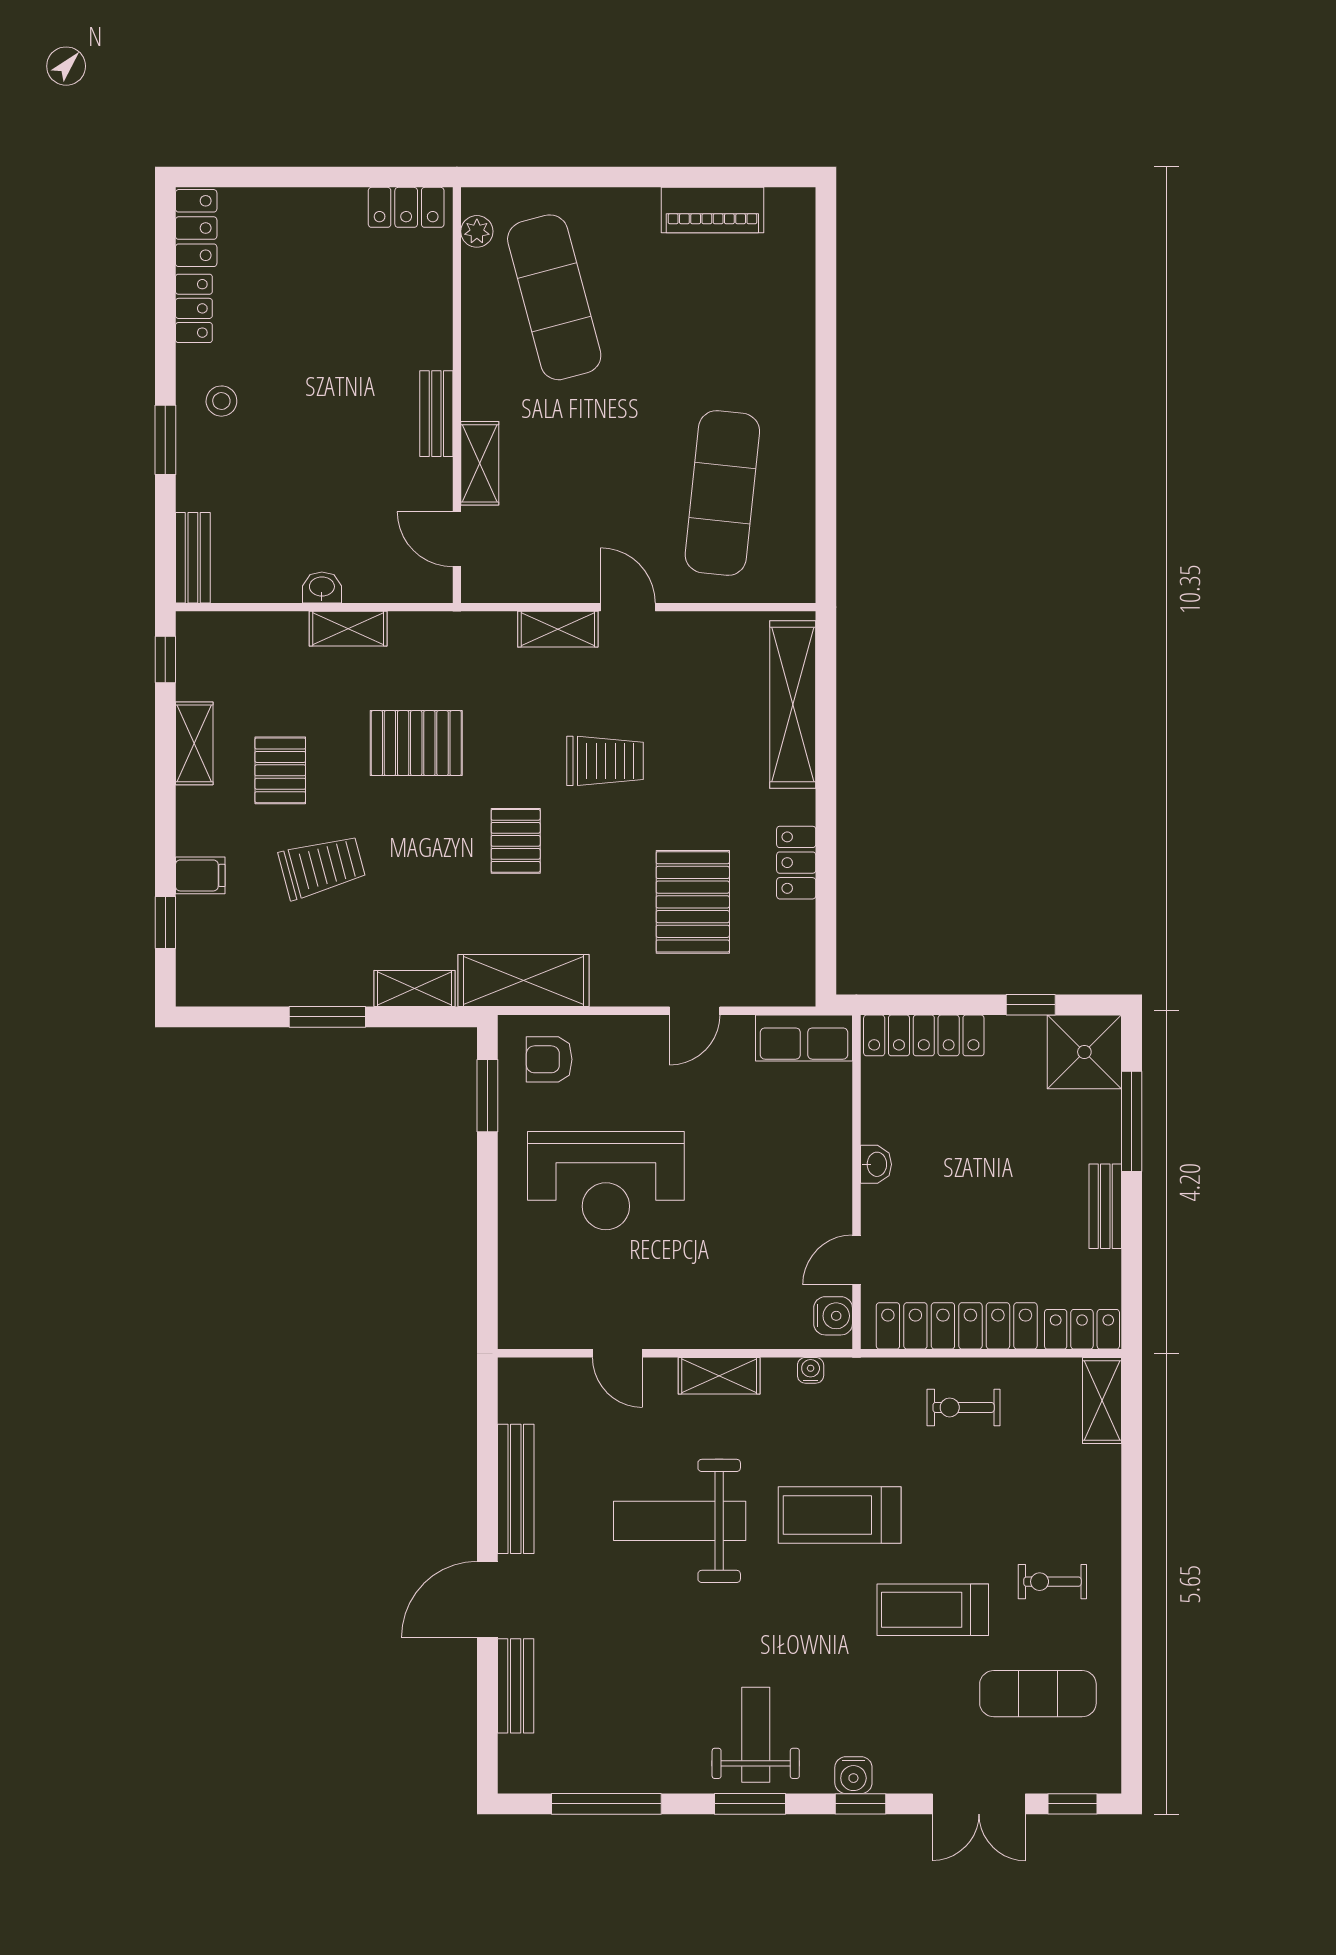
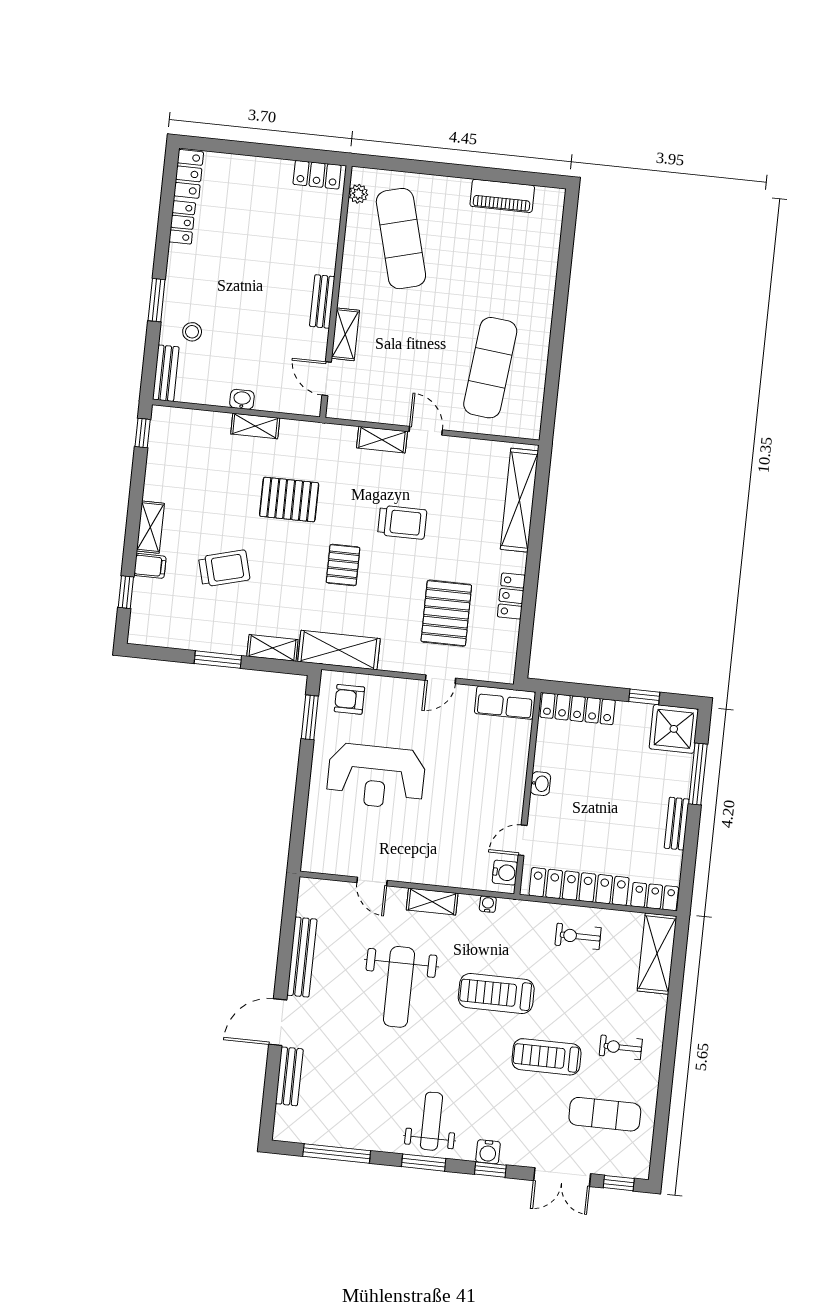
stool: (221, 401) -> (192, 332), moved
shelving: (194, 743) -> (150, 527), moved
pallet: (280, 770) -> (205, 507), removed
shelving: (1102, 1401) -> (657, 954), width x1.50, depth x1.33
weight bench: (680, 1521) -> (399, 987), turned -90

